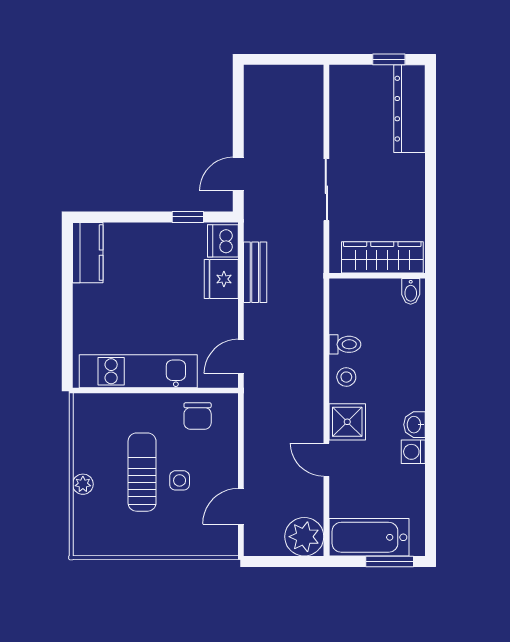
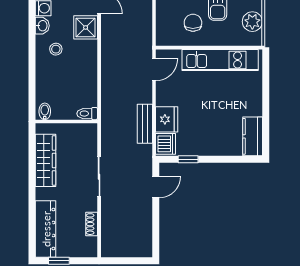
shoe rack: (338, 116) -> (92, 224), added
wardrobe: (382, 257) -> (46, 160), moved, turned -90
toilet: (345, 344) -> (87, 114), moved
stool: (346, 377) -> (56, 49), moved
chair: (198, 416) -> (193, 23), moved
plant: (88, 431) -> (252, 22), added

